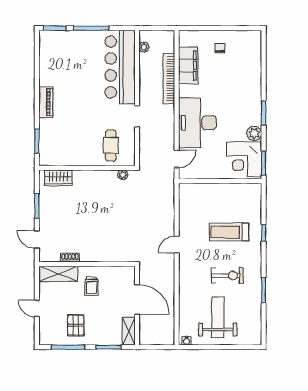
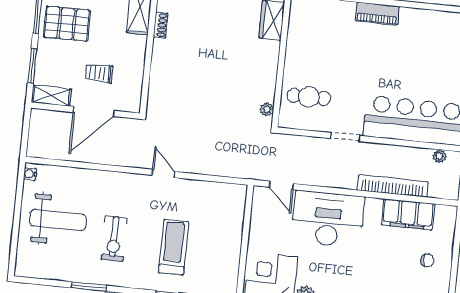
trolley: (92, 286) -> (99, 73), moved
pallet: (76, 325) -> (67, 24), width x1.50, depth x1.42

